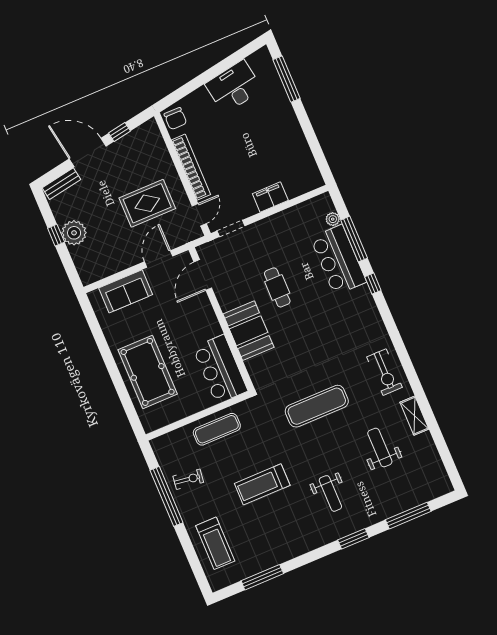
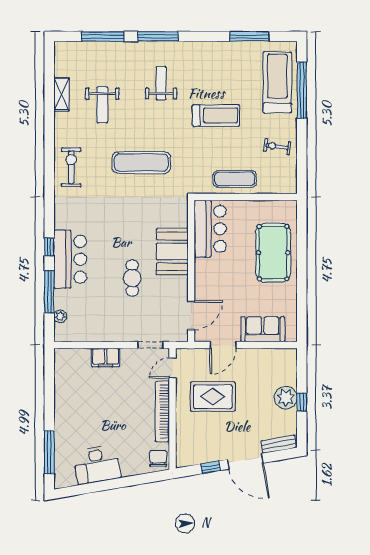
bar counter: (338, 260) -> (70, 259), moved
shelving: (414, 416) -> (61, 94), moved
window: (167, 496) -> (302, 90), moved
window: (353, 539) -> (158, 36), width x1.44
treadmill: (215, 543) -> (277, 82), width x1.37, depth x1.38

